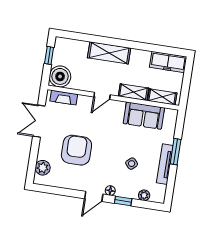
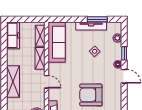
sofa: (144, 116) -> (57, 42), width x1.36
window: (176, 152) -> (97, 19), moved

